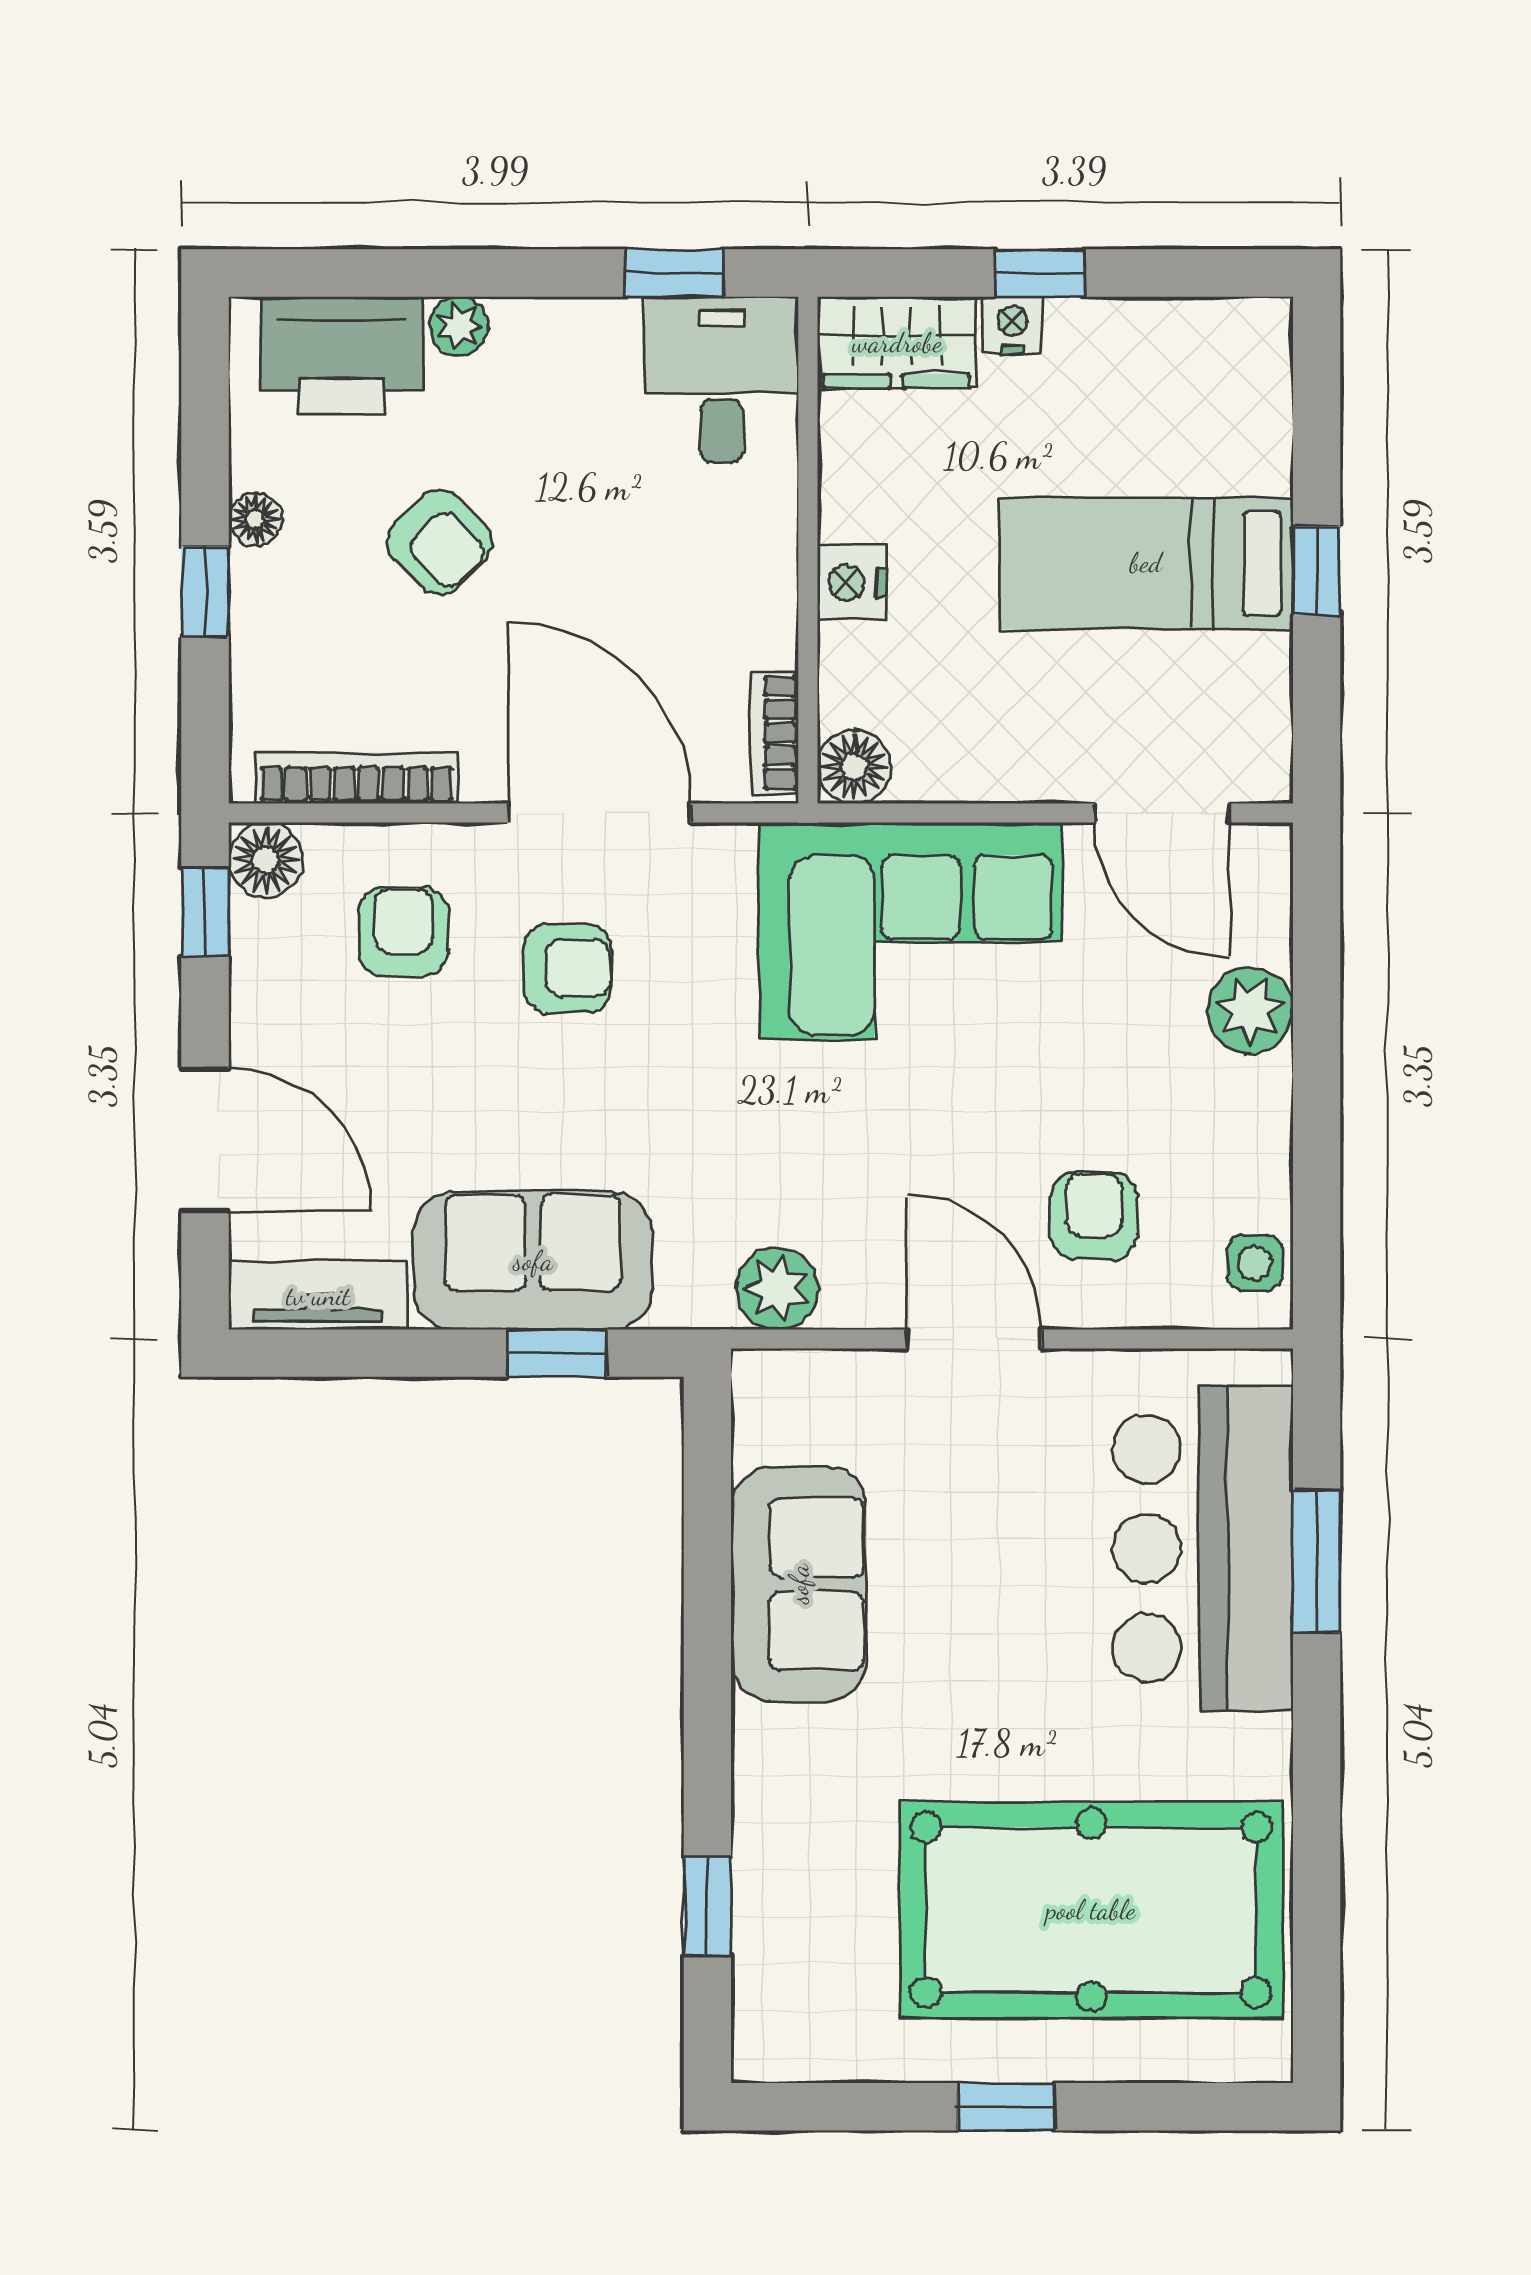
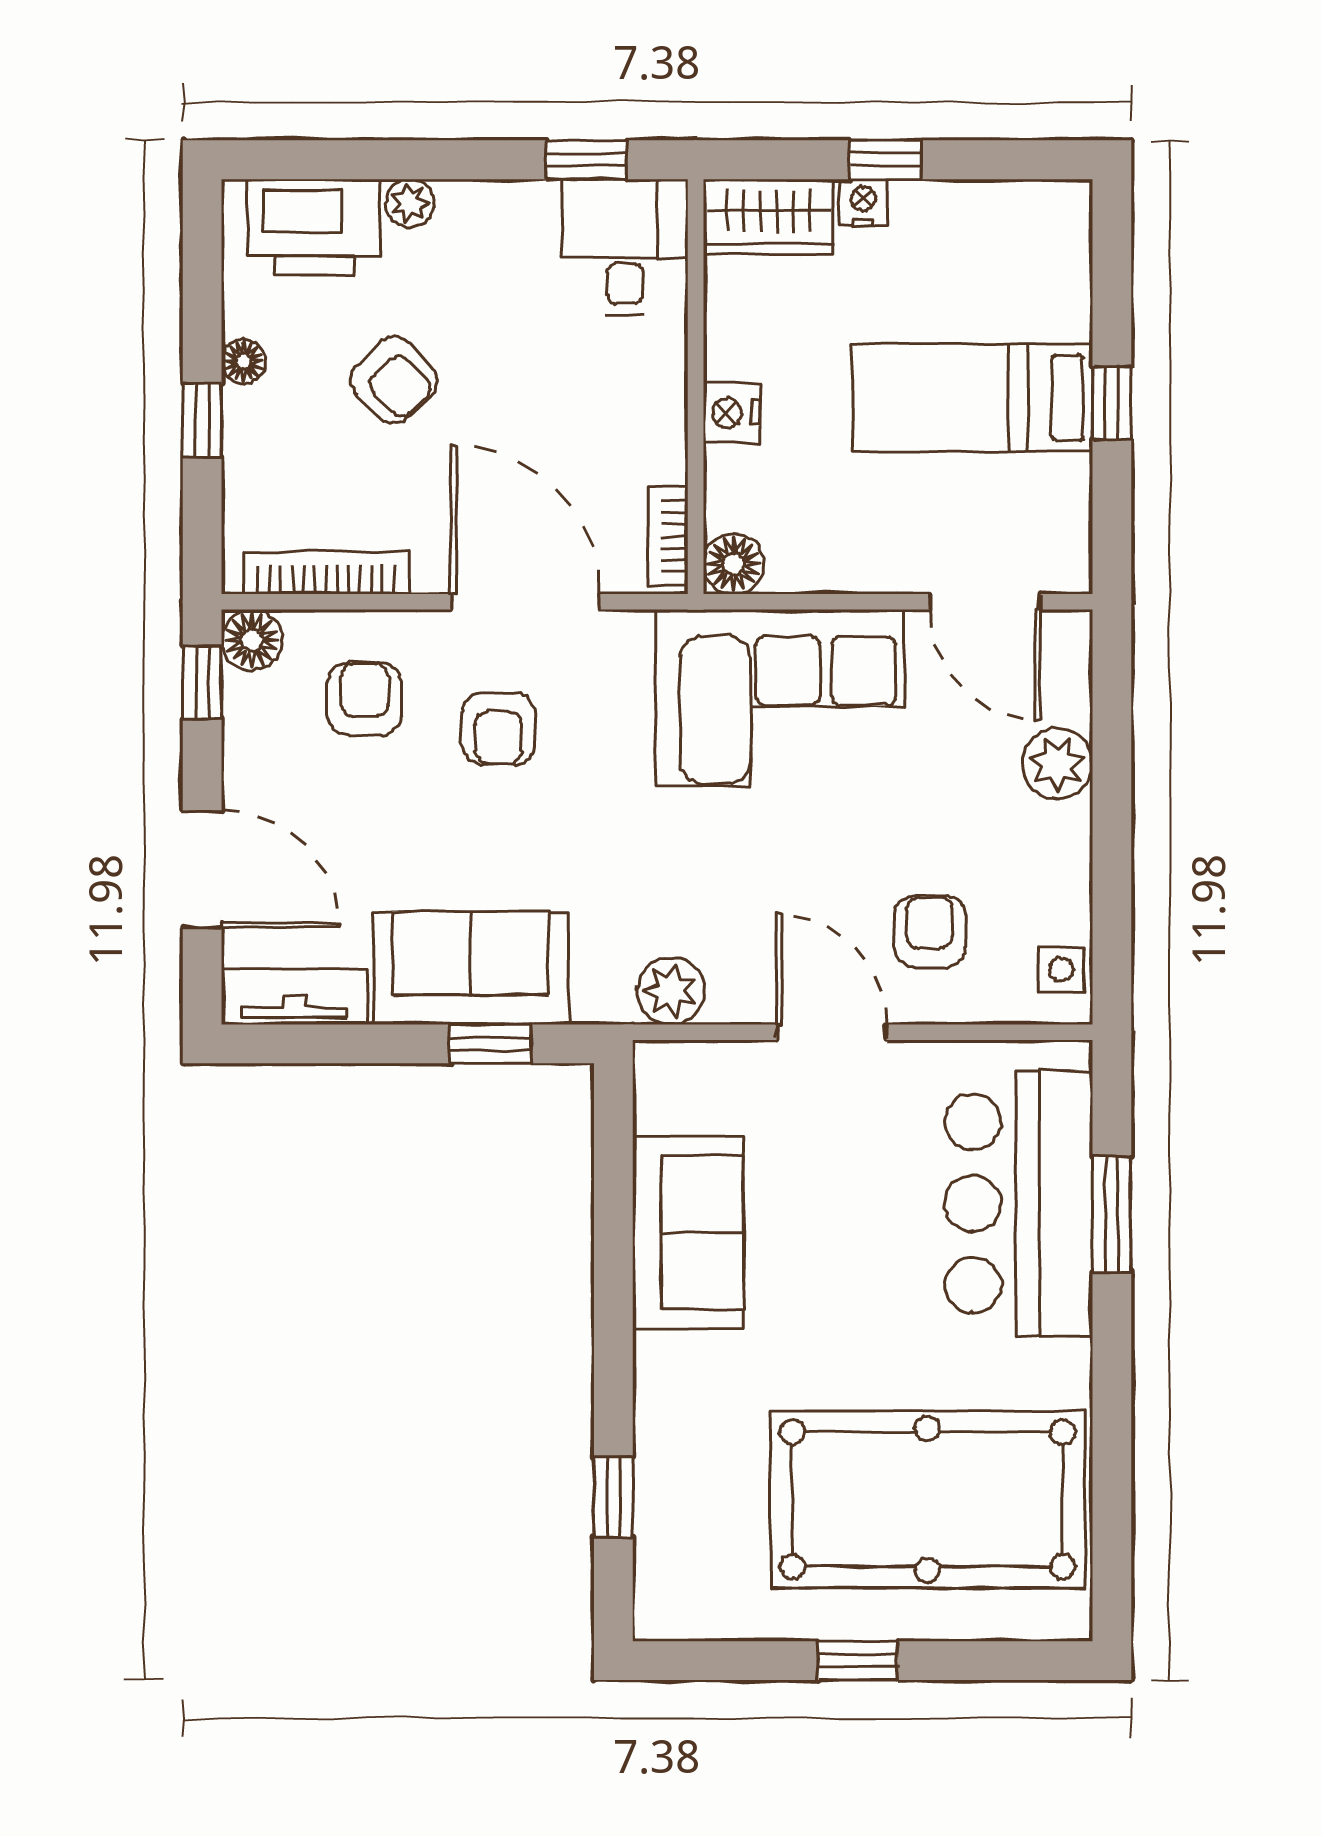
armchair: (567, 968) -> (499, 729), turned 90

